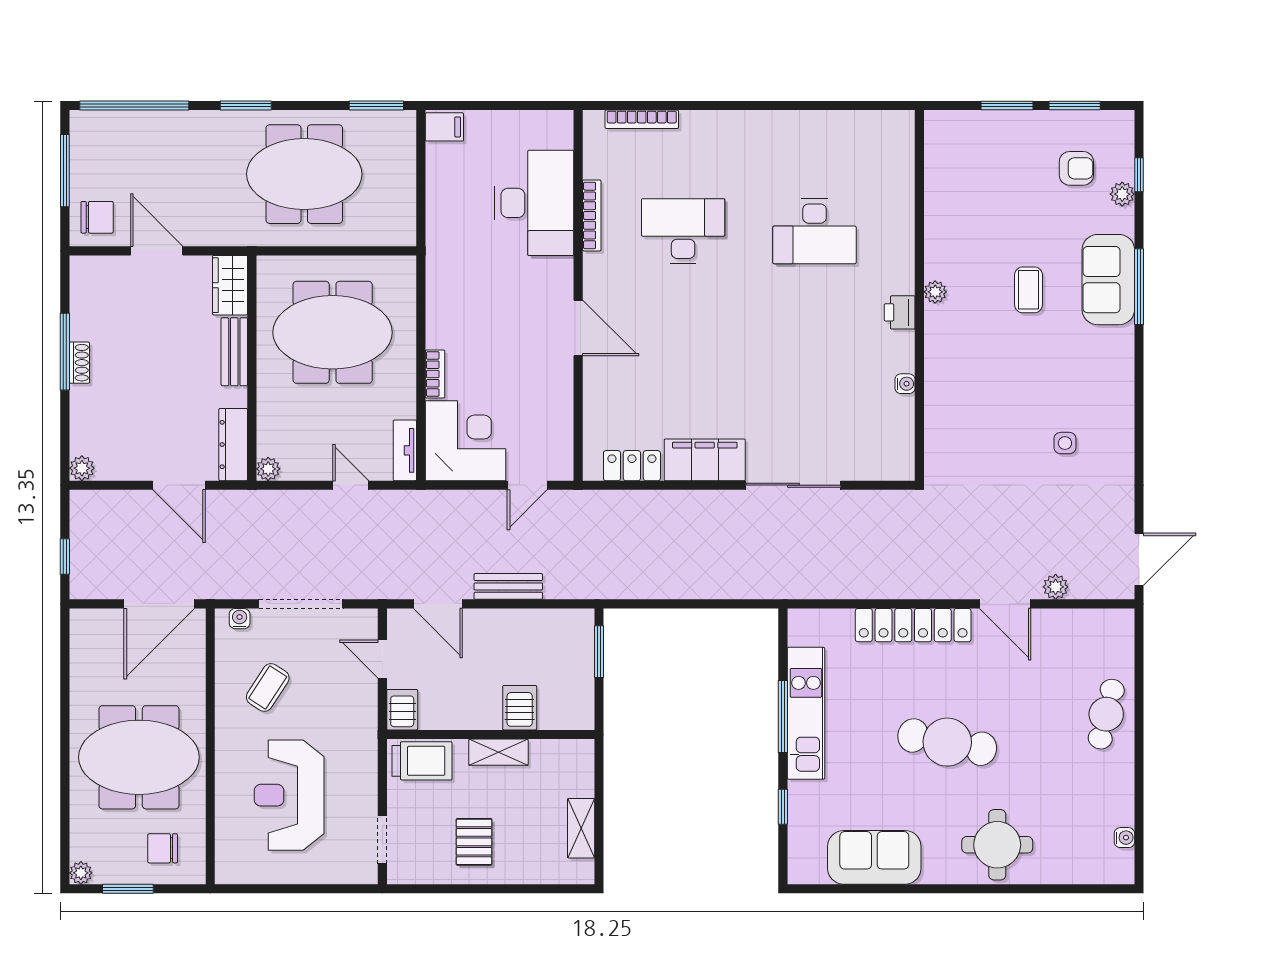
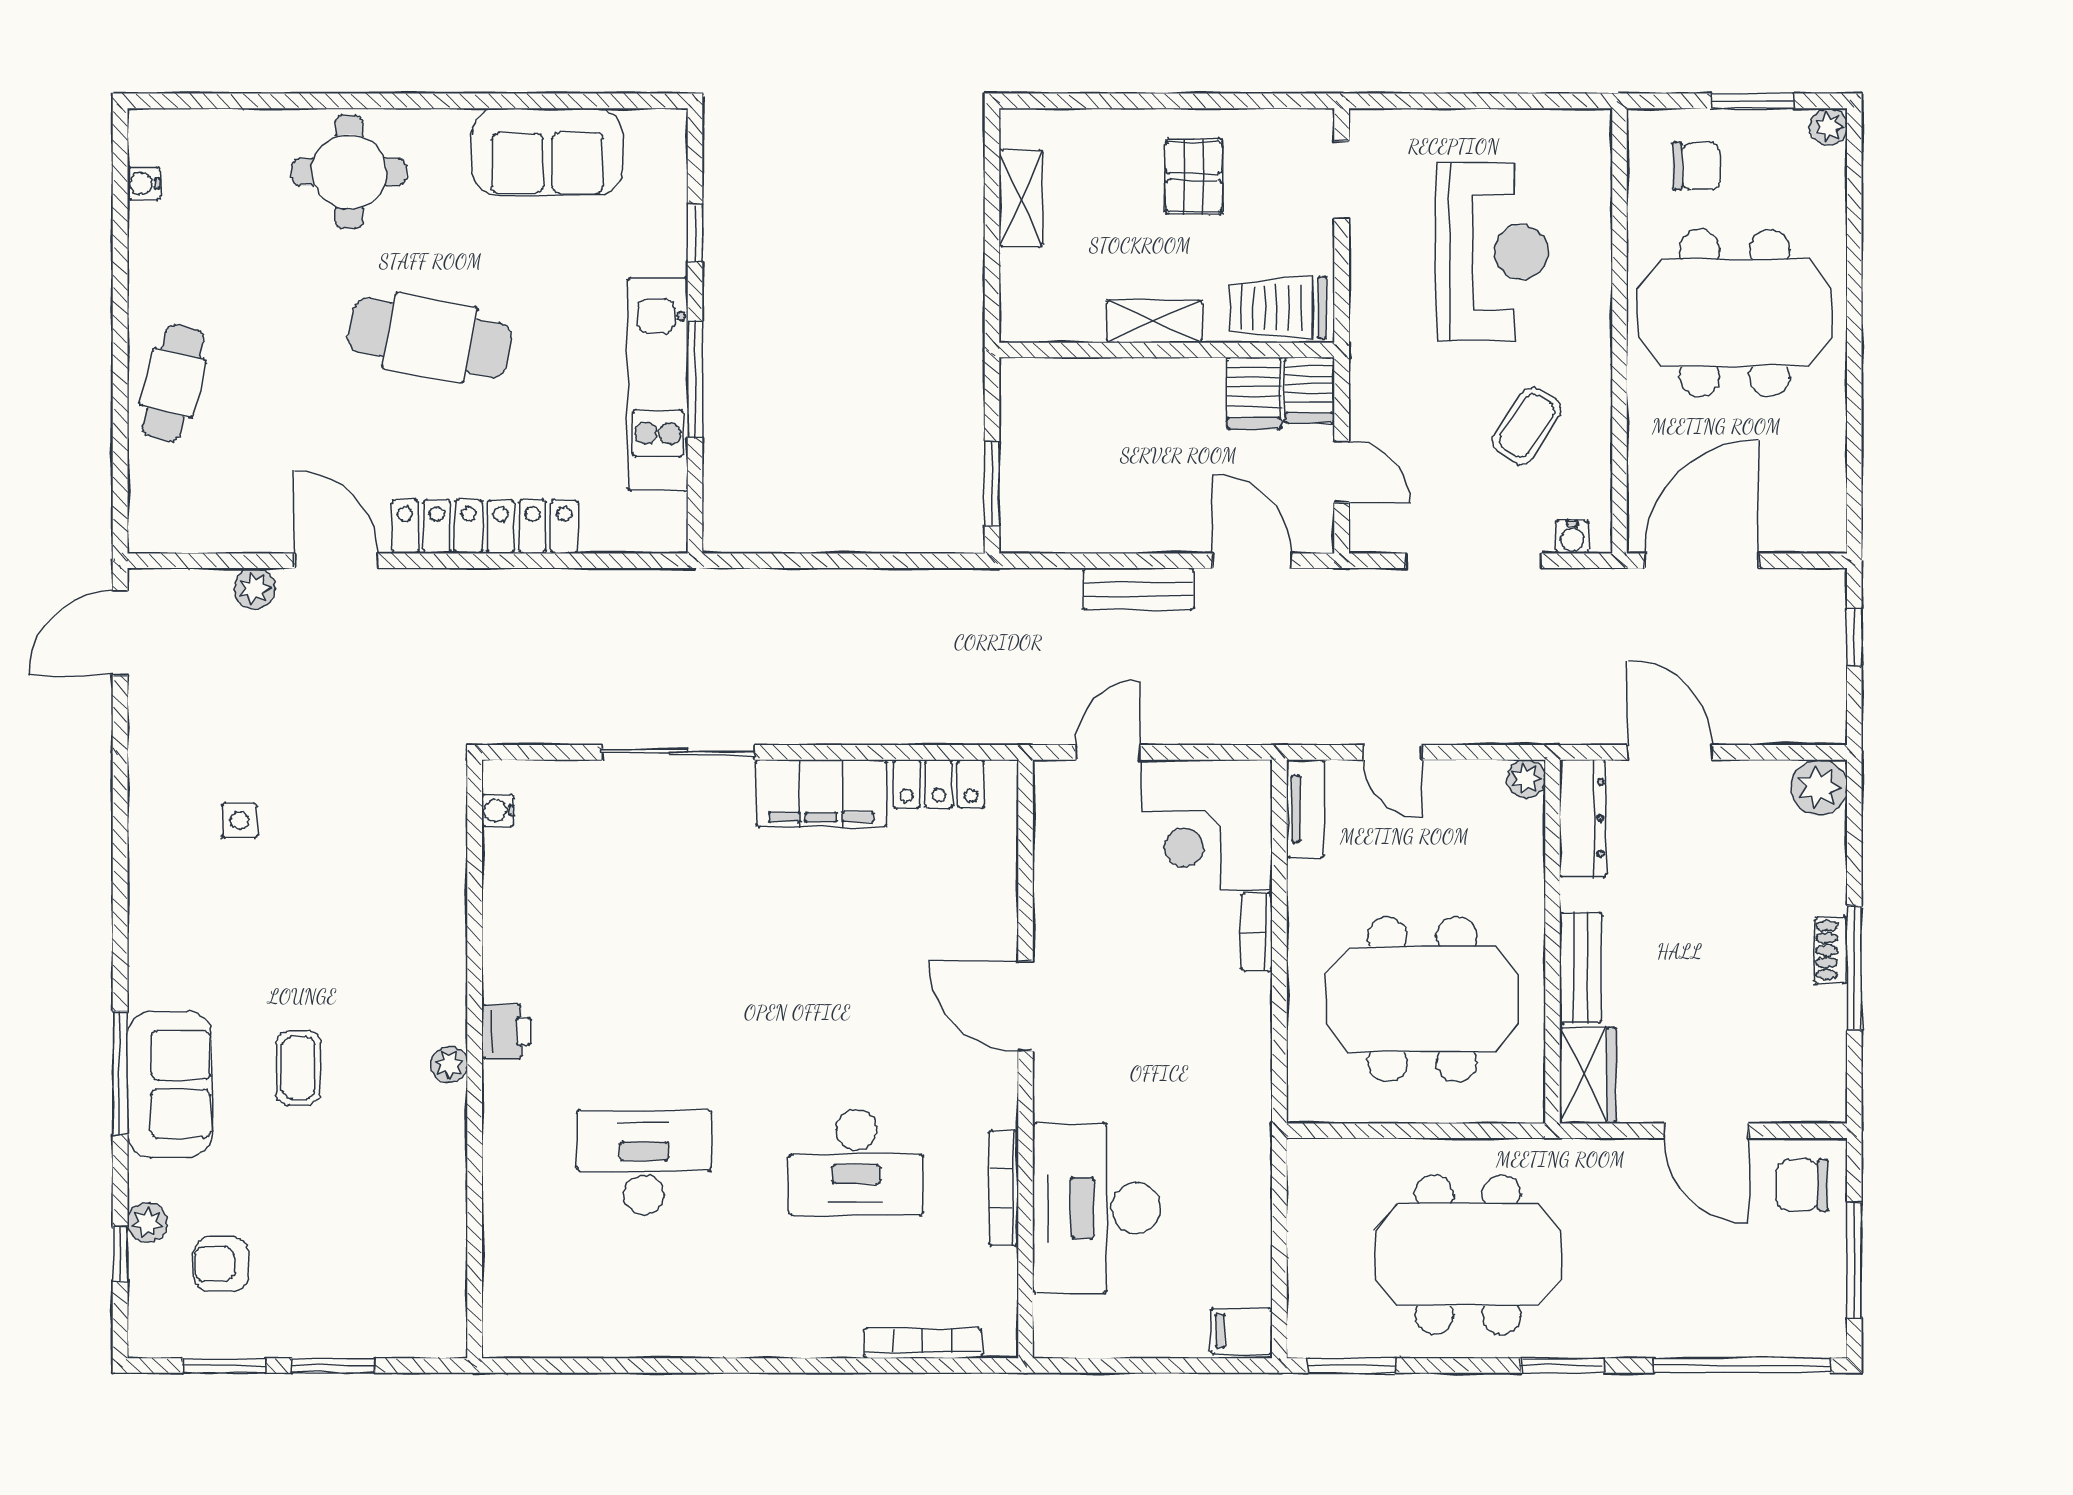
water cooler: (905, 384) -> (498, 810), moved
plant: (82, 468) -> (1819, 787), width x1.38, depth x1.38
server rack: (520, 708) -> (1254, 393), moved

